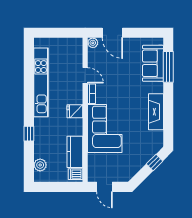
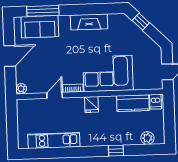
door: (112, 33) -> (10, 56), moved
kitchen unit: (41, 82) -> (54, 141), width x0.73

